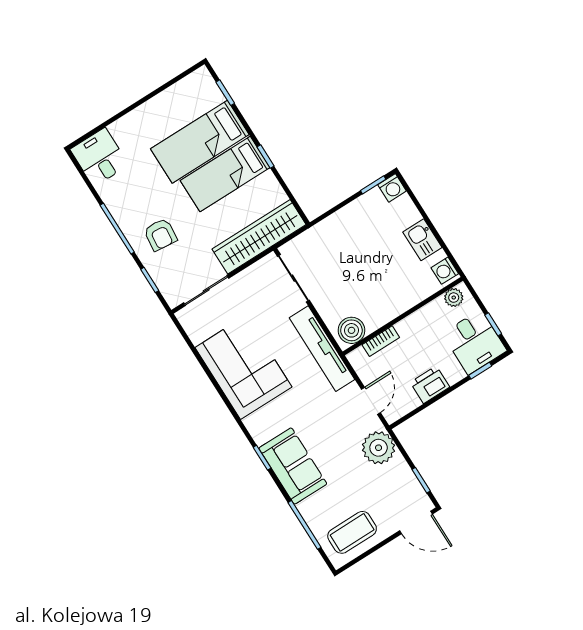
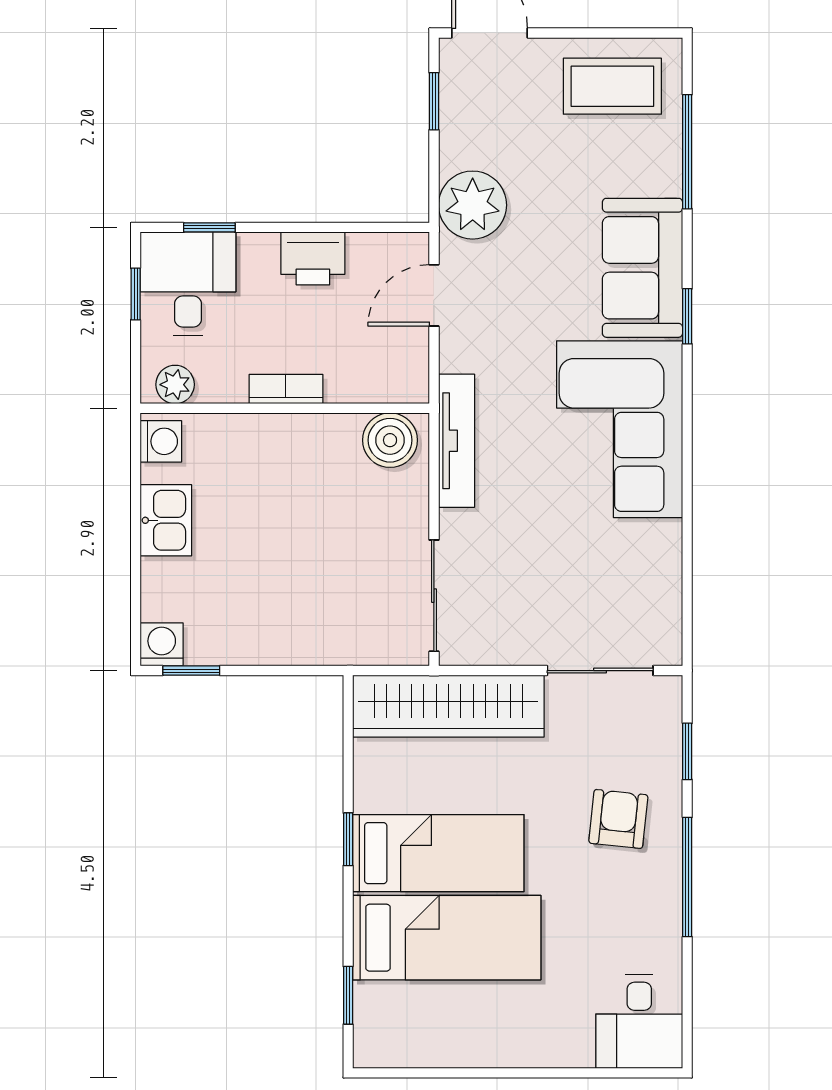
bookcase: (381, 341) -> (286, 389), moved
tv unit: (322, 349) -> (457, 441), width x0.73, depth x0.78
corner sofa: (243, 367) -> (620, 429), moved

